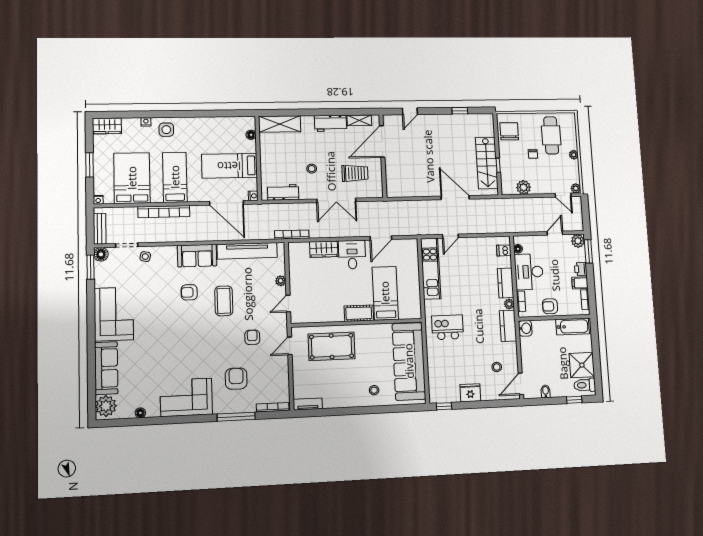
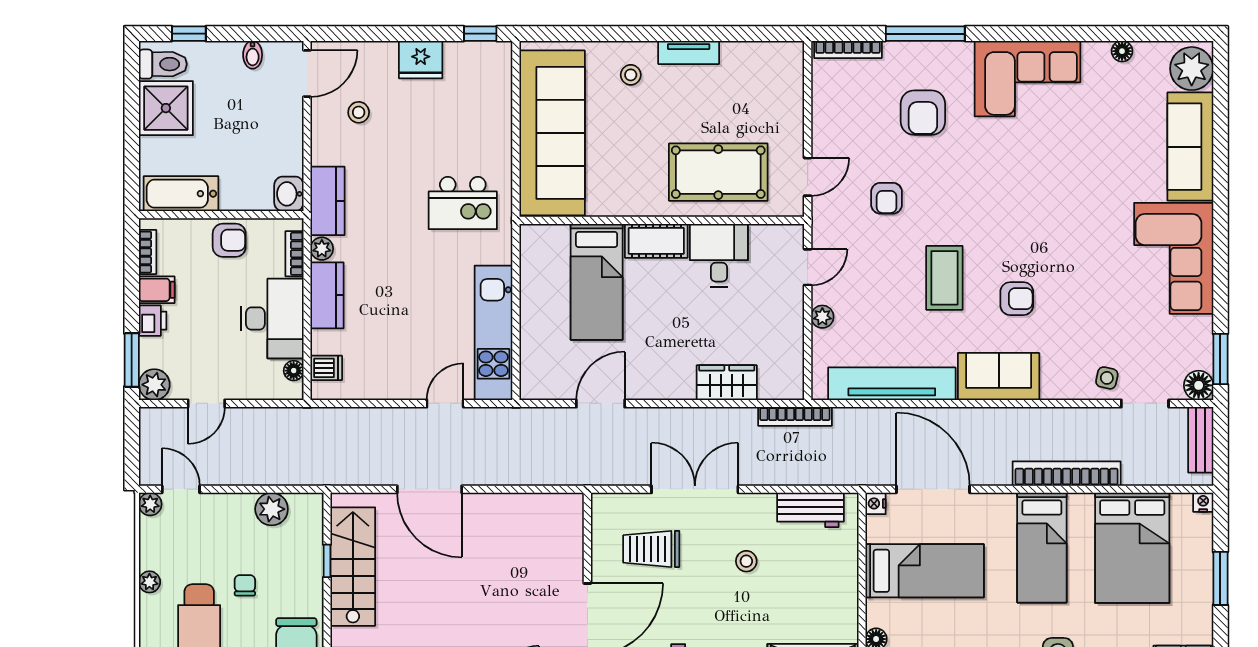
desk: (352, 255) -> (719, 255), moved, turned 180
tv unit: (308, 404) -> (689, 52), moved

